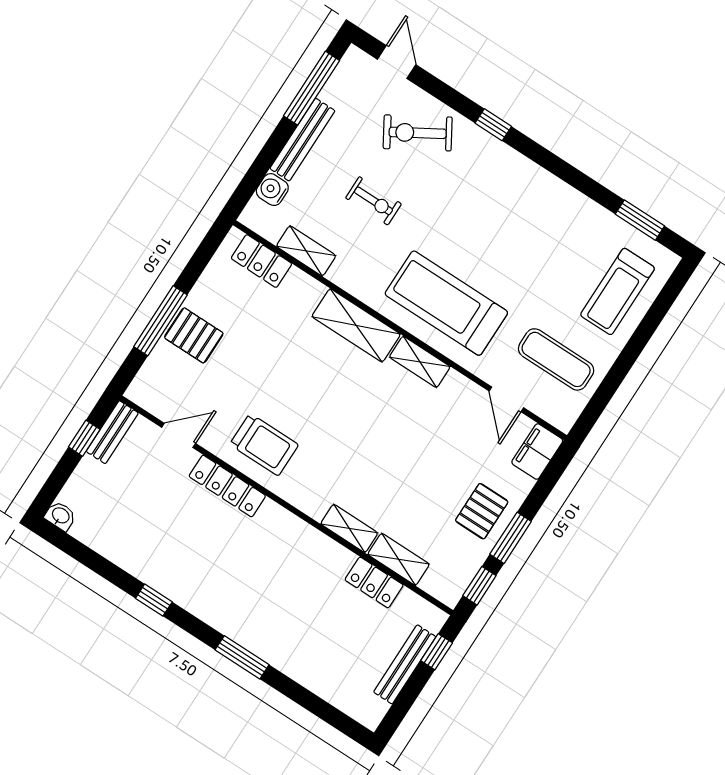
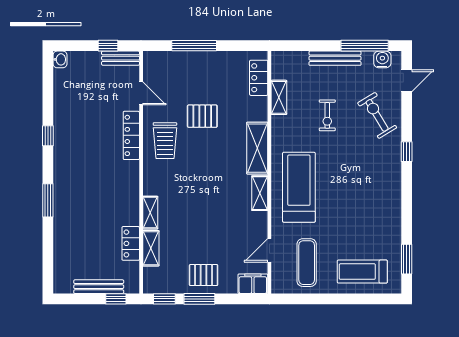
water cooler: (272, 190) -> (382, 59), moved
pallet: (194, 335) -> (202, 116), moved, turned 90

